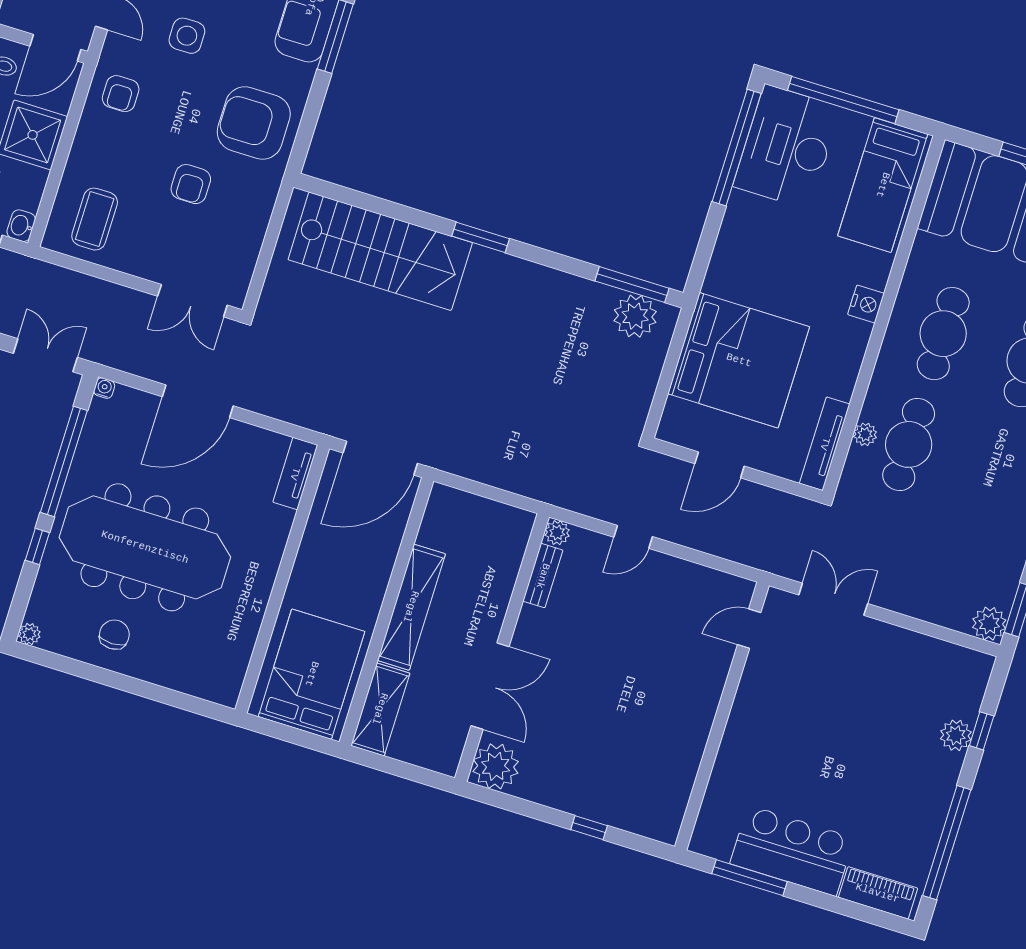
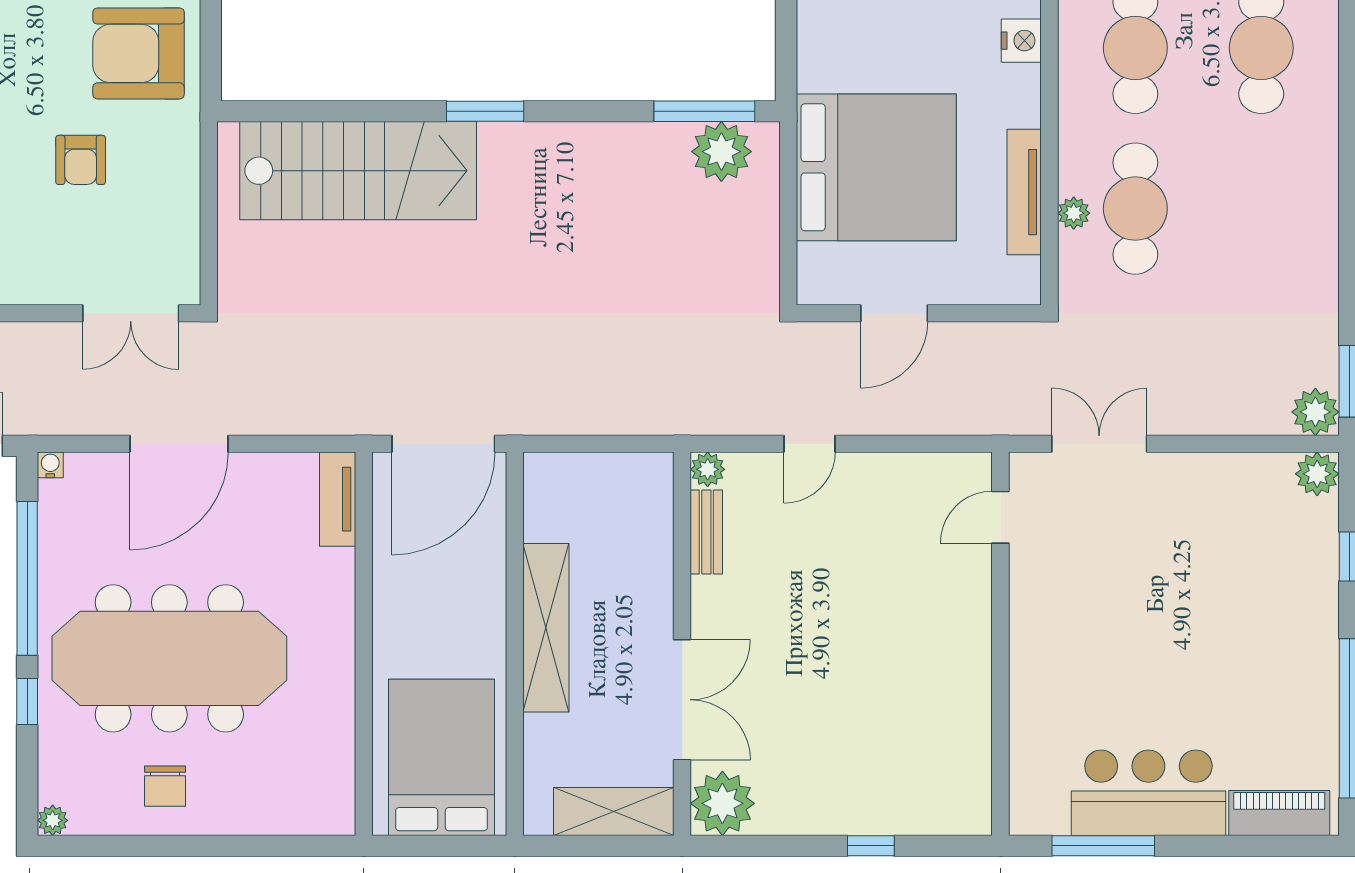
tv unit: (825, 444) -> (1024, 192), moved
chair: (114, 635) -> (165, 786), turned 180
shelving: (380, 709) -> (614, 812), moved, turned 90
plant: (956, 735) -> (1317, 474), moved

